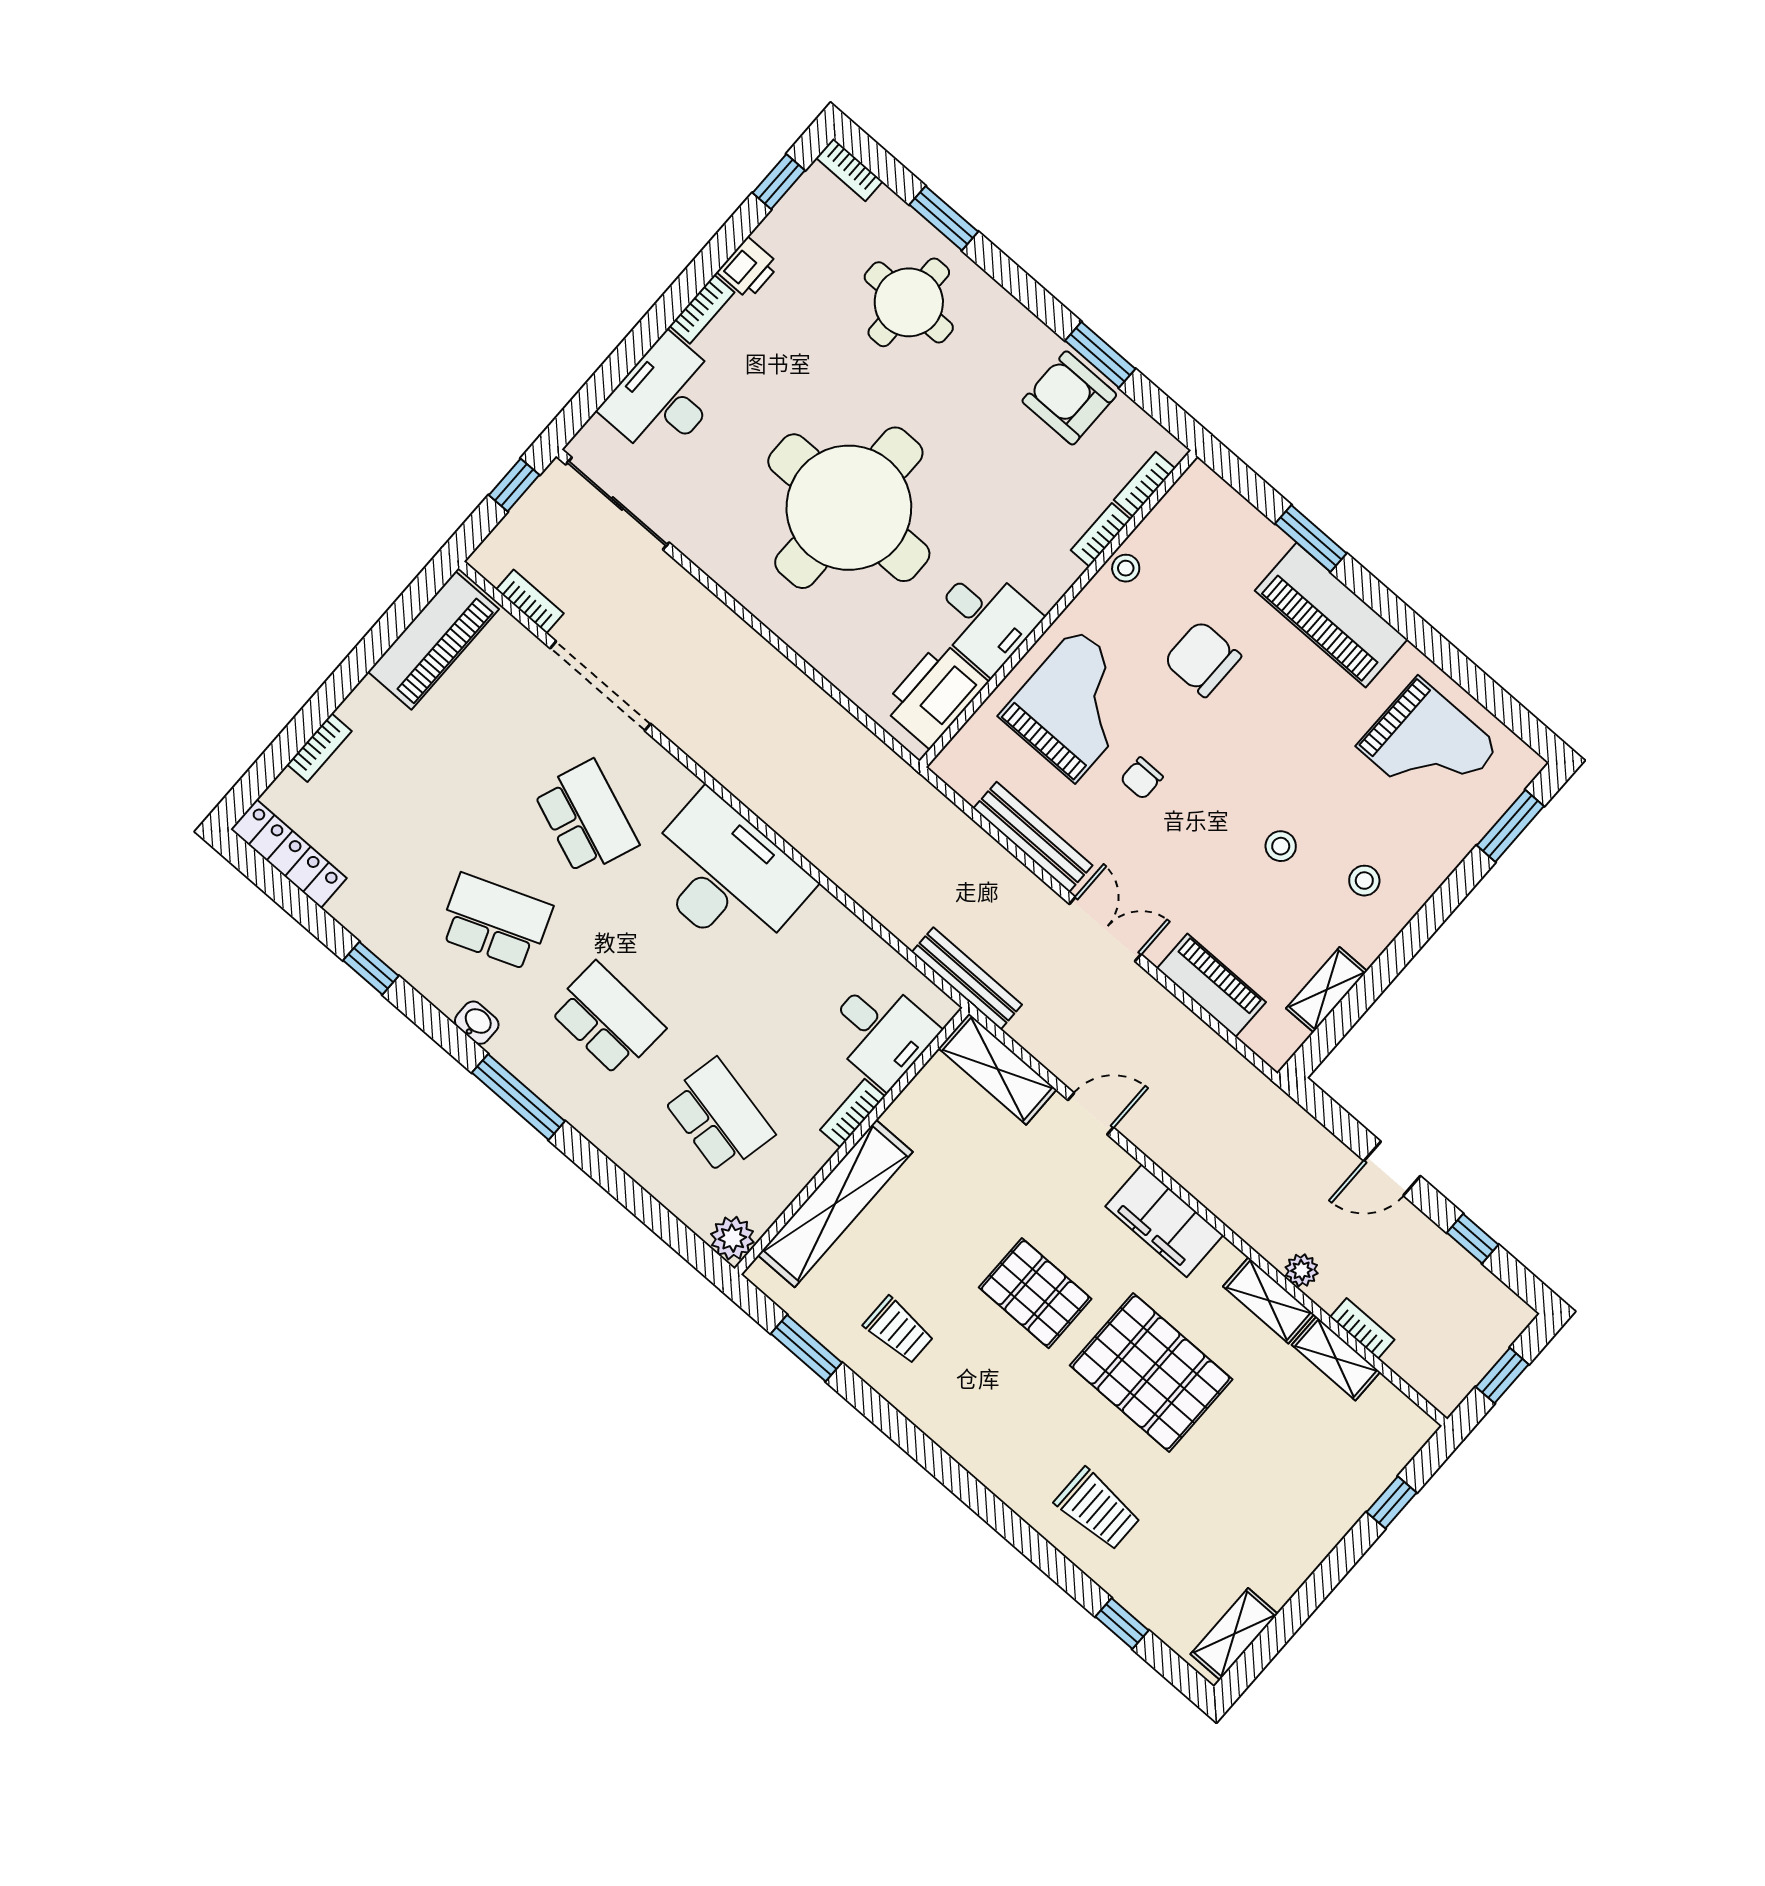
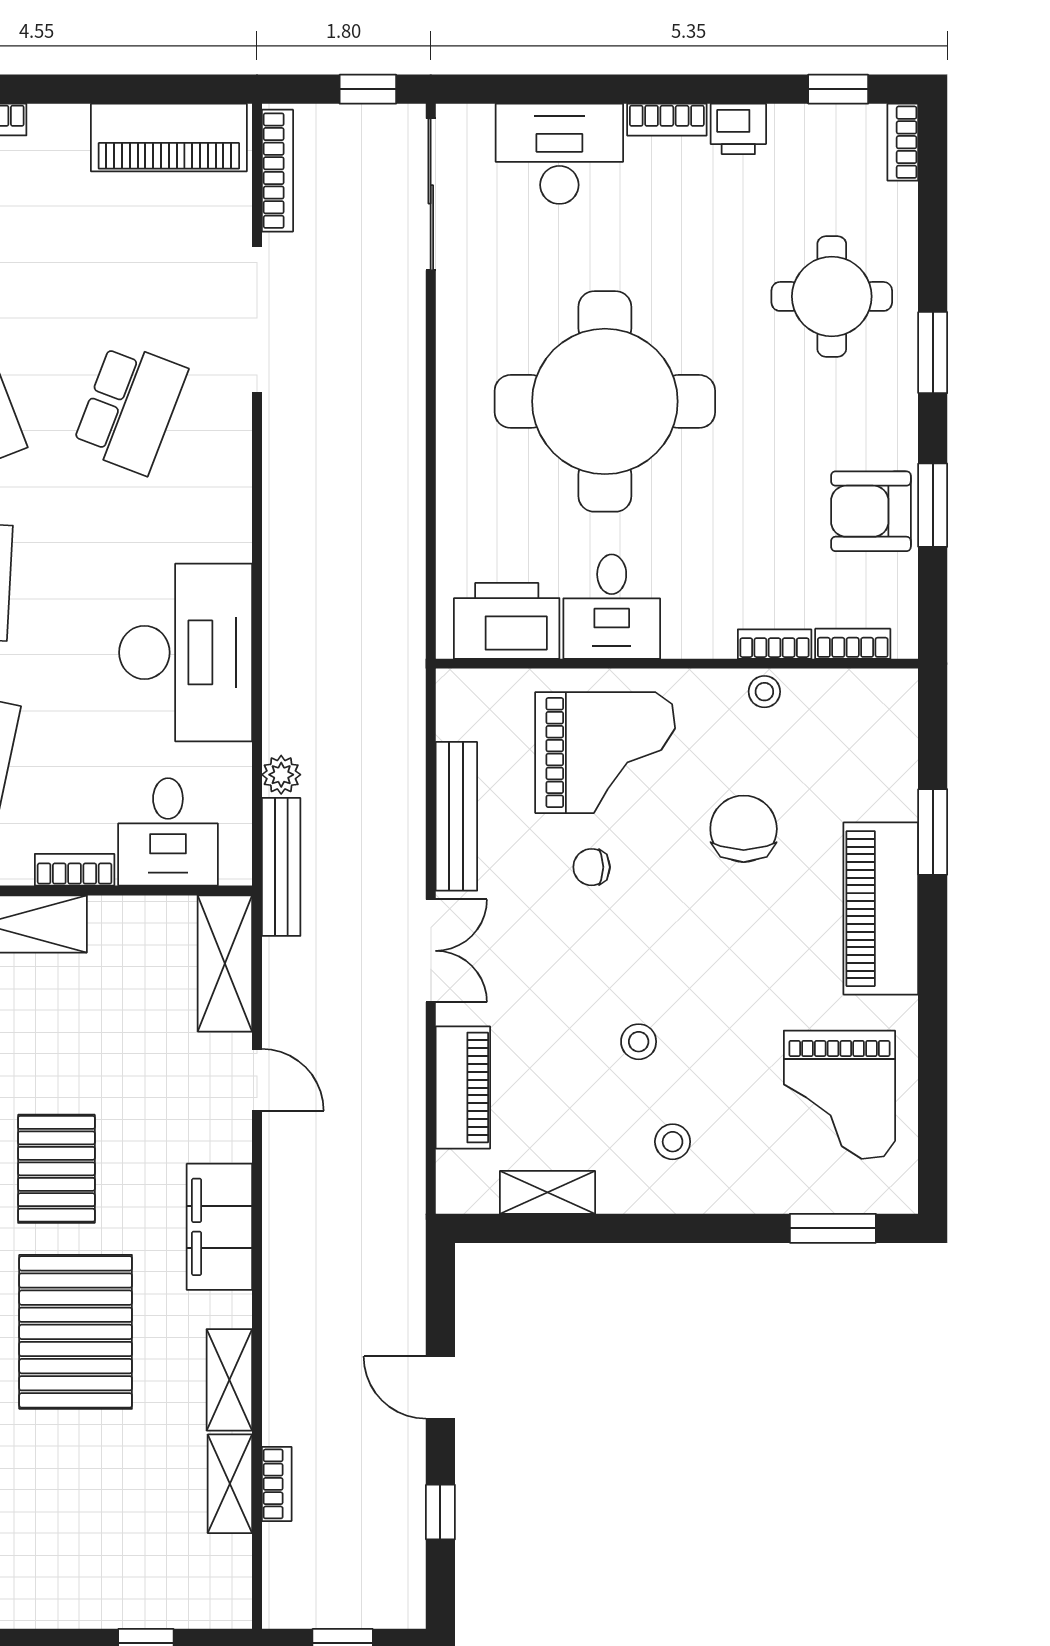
window: (944, 218) -> (933, 353), moved
armchair: (1069, 398) -> (871, 511), turned -90
bookcase: (530, 601) -> (277, 171), width x1.56
desk: (725, 876) -> (186, 652), moved
plant: (1302, 1270) -> (281, 775), moved

